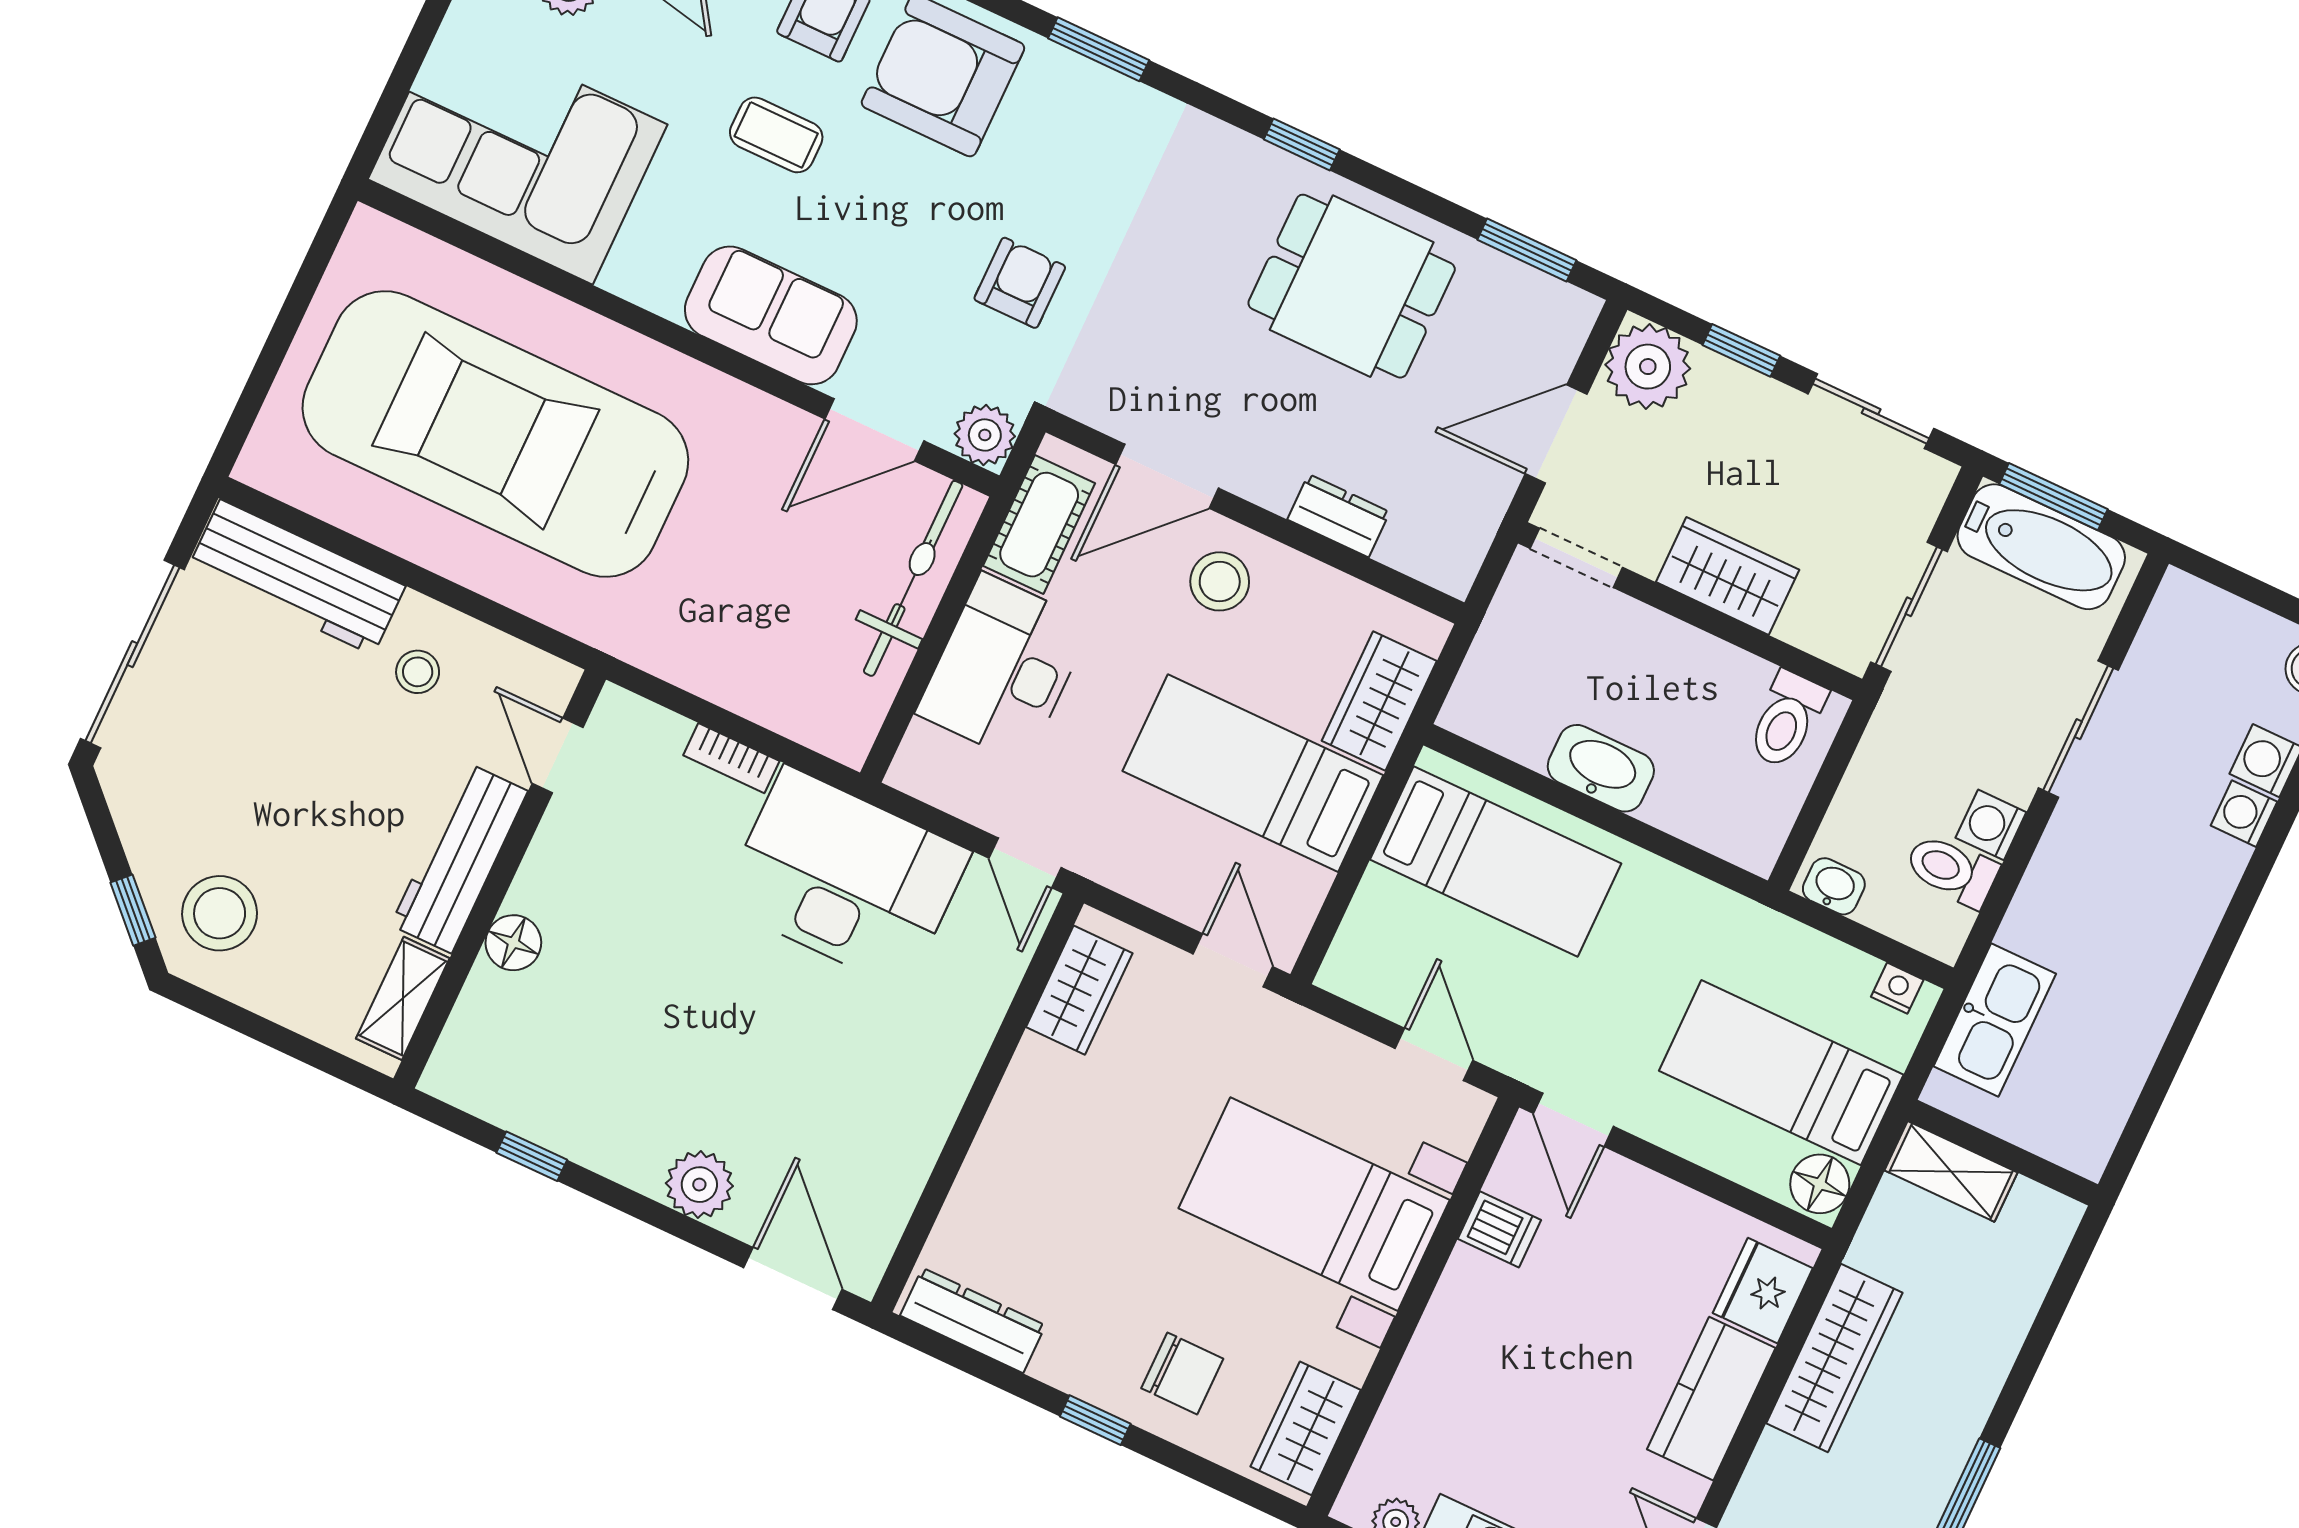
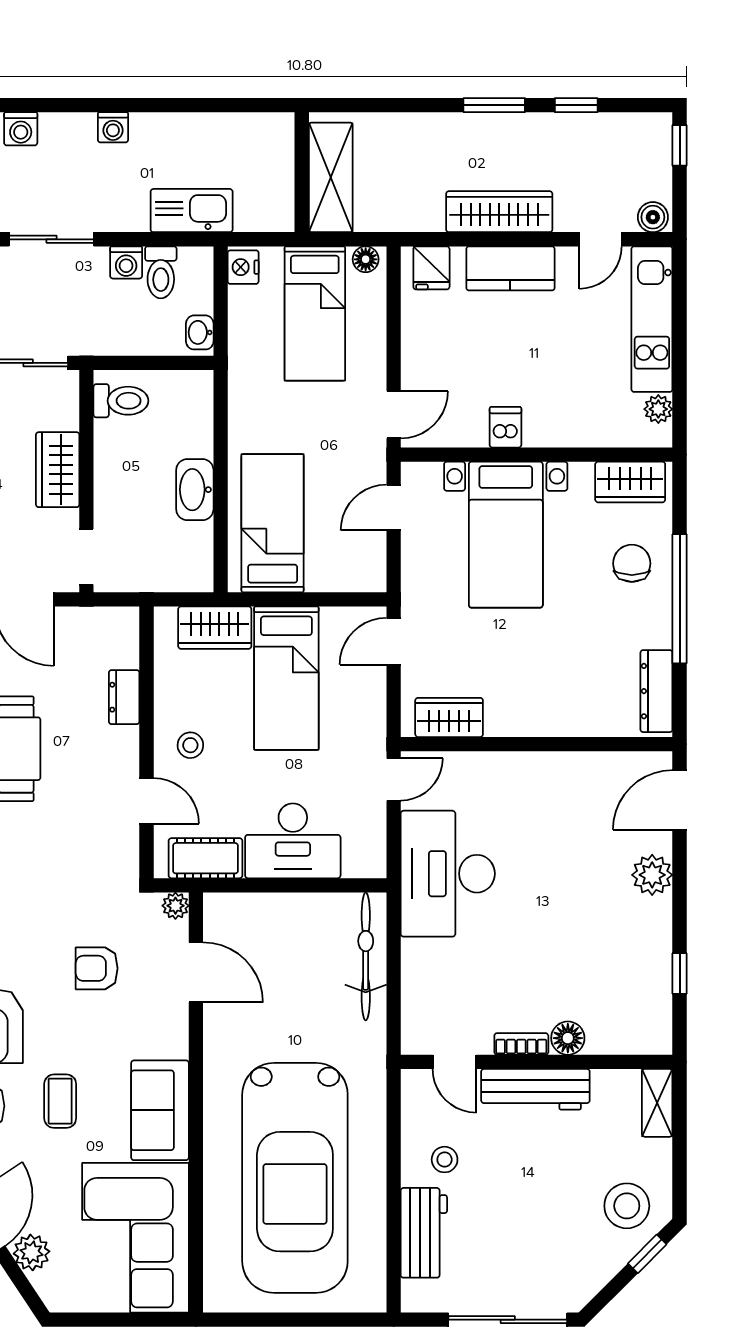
armchair: (1020, 283) -> (97, 968), moved
sofa: (771, 315) -> (160, 1110), moved
plant: (985, 435) -> (175, 906), width x0.73, depth x0.73
door: (1167, 476) -> (146, 801), width x0.73
workbench: (297, 577) -> (424, 1233), width x0.73
bicycle: (913, 578) -> (366, 956), moved, turned 90
stool: (1220, 581) -> (190, 745), width x0.73, depth x0.73
door: (558, 756) -> (454, 1062), hinge flipped
bookcase: (731, 758) -> (521, 1044), moved, turned -90
washing machine: (2244, 814) -> (113, 127), moved
nightstand: (1897, 988) -> (243, 267), width x1.39, depth x1.35
shelving: (403, 998) -> (657, 1103), moved, turned 90
kitchen sink: (1995, 1020) -> (192, 211), moved
shelving: (1951, 1171) -> (331, 177), width x1.50, depth x1.33
floor lamp: (1820, 1184) -> (366, 259), width x0.73, depth x0.73
dishwasher: (1499, 1229) -> (505, 427), moved
fridge: (1763, 1291) -> (431, 268), width x0.72
wardrobe: (1834, 1358) -> (499, 212), moved
window: (1095, 1420) -> (680, 599), width x3.17

